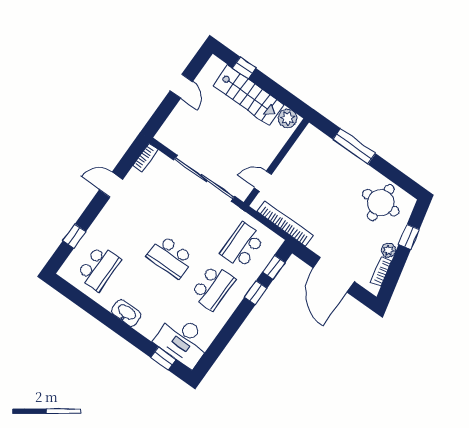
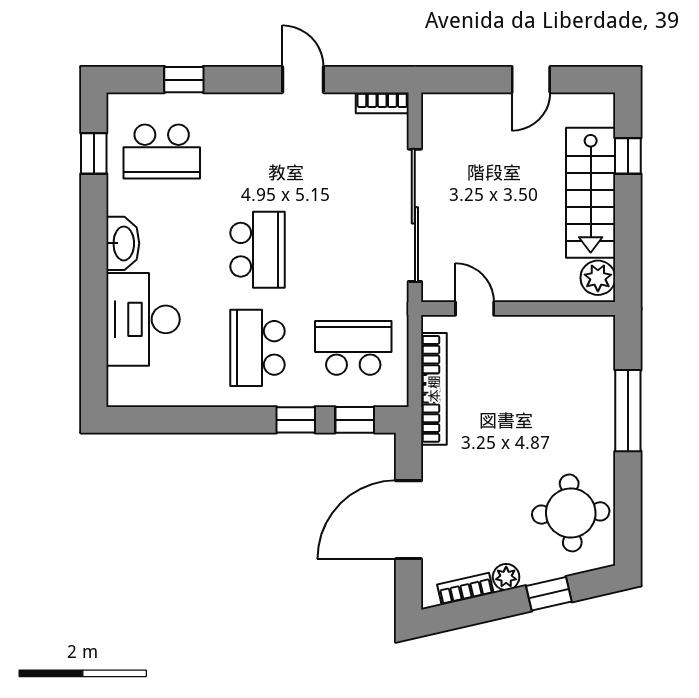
school desk: (170, 257) -> (257, 250), turned 180
school desk: (213, 287) -> (257, 348), turned 90
desk: (183, 340) -> (143, 319), moved
window: (163, 358) -> (94, 153), moved

